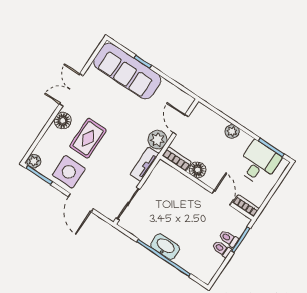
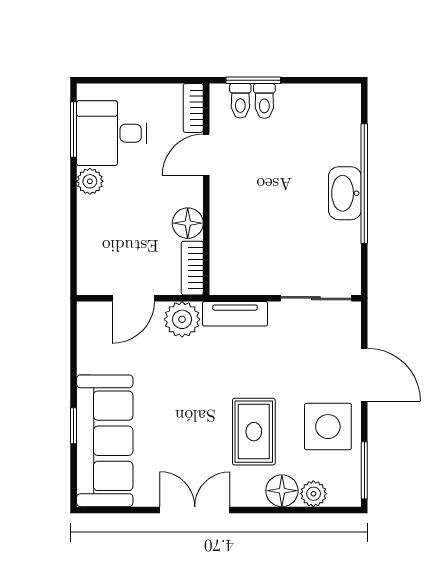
double door: (71, 90) -> (195, 510), swing flipped
floor lamp: (63, 121) -> (282, 491), moved
plant: (232, 132) -> (90, 181), moved
rug: (88, 138) -> (254, 432), turned 90
plant: (34, 161) -> (313, 494), moved
door: (81, 203) -> (364, 375), hinge flipped
toilet: (222, 249) -> (240, 101), moved

